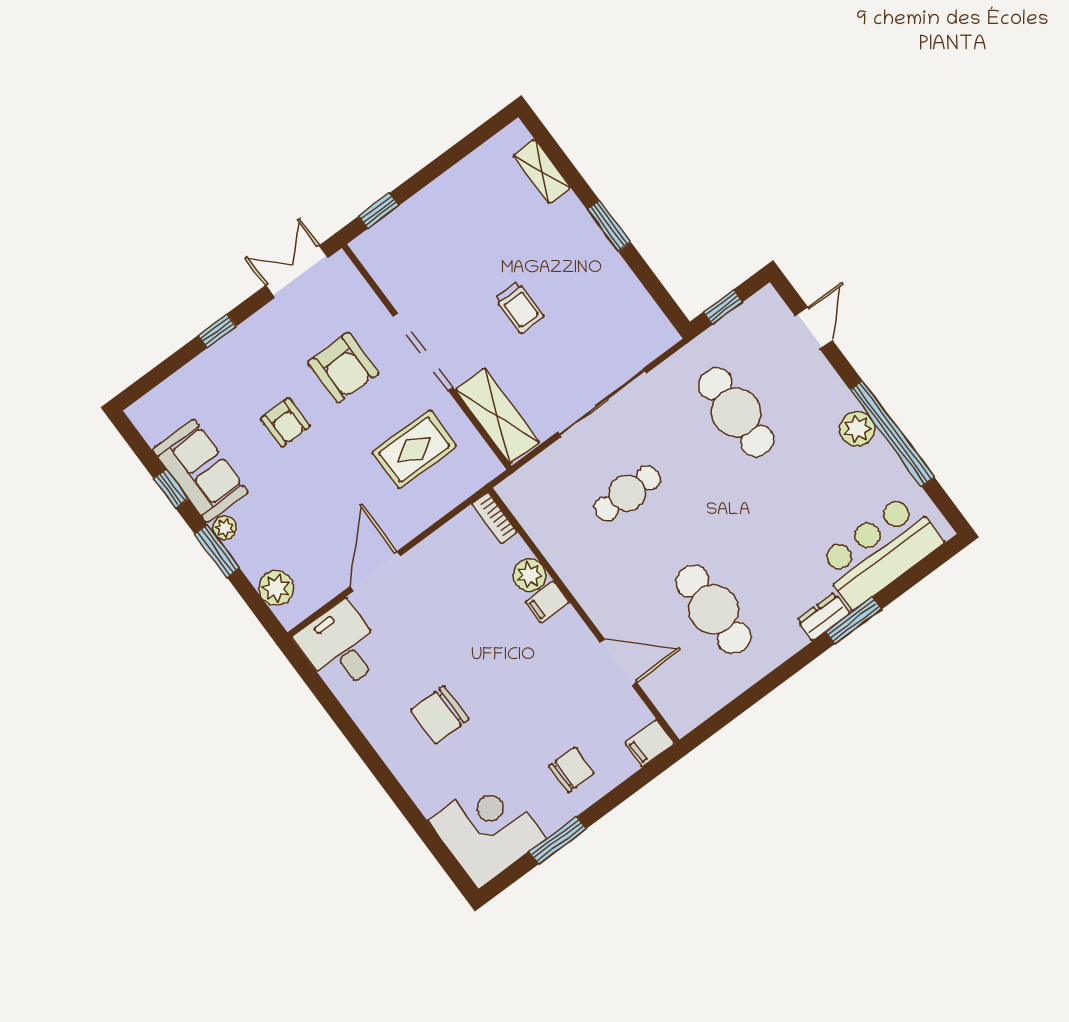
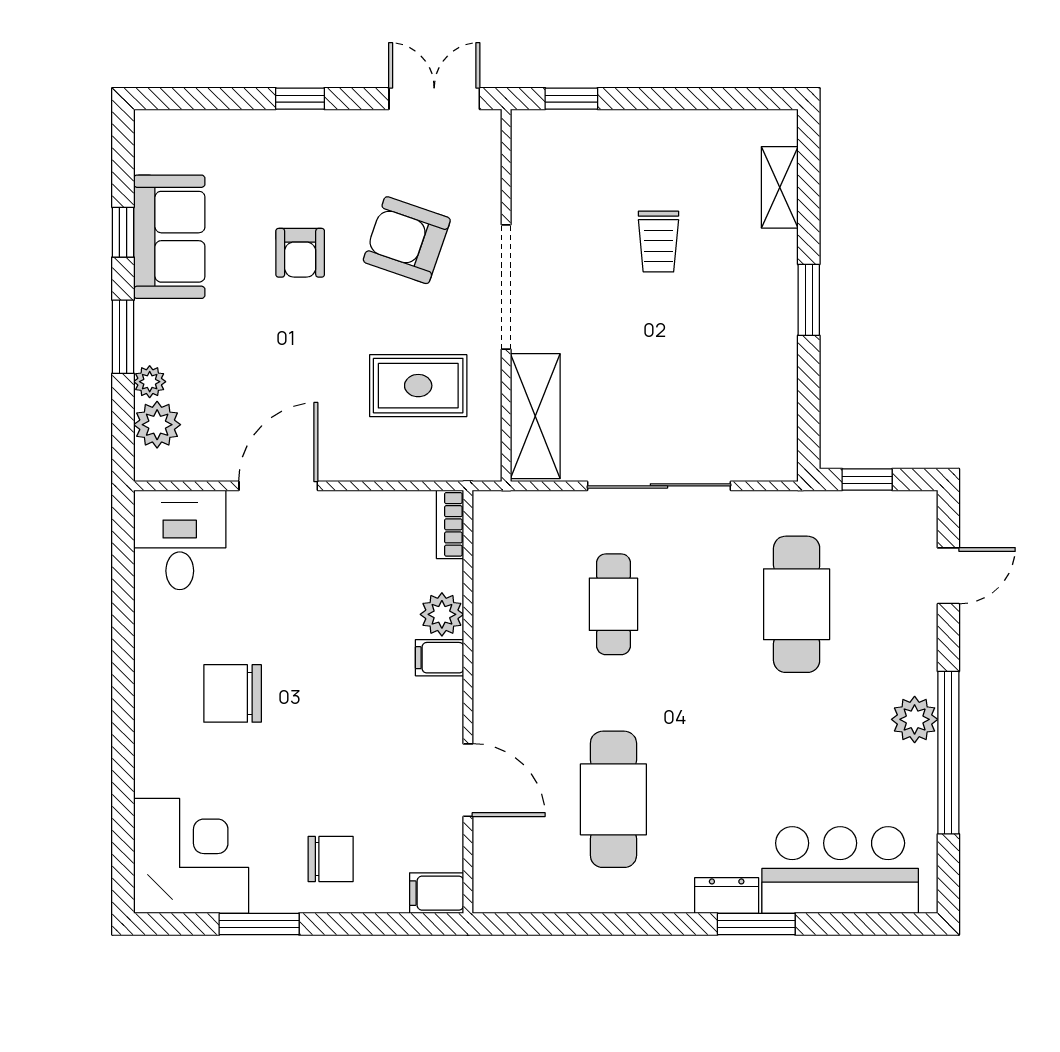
trolley: (519, 307) -> (658, 242), moved
armchair: (343, 368) -> (407, 240), turned 109
cafe table: (627, 493) -> (613, 604), turned 90
plant: (225, 528) -> (150, 382), moved

